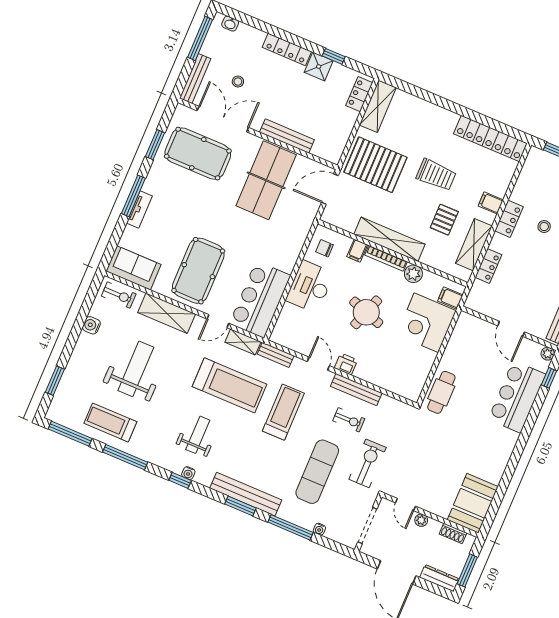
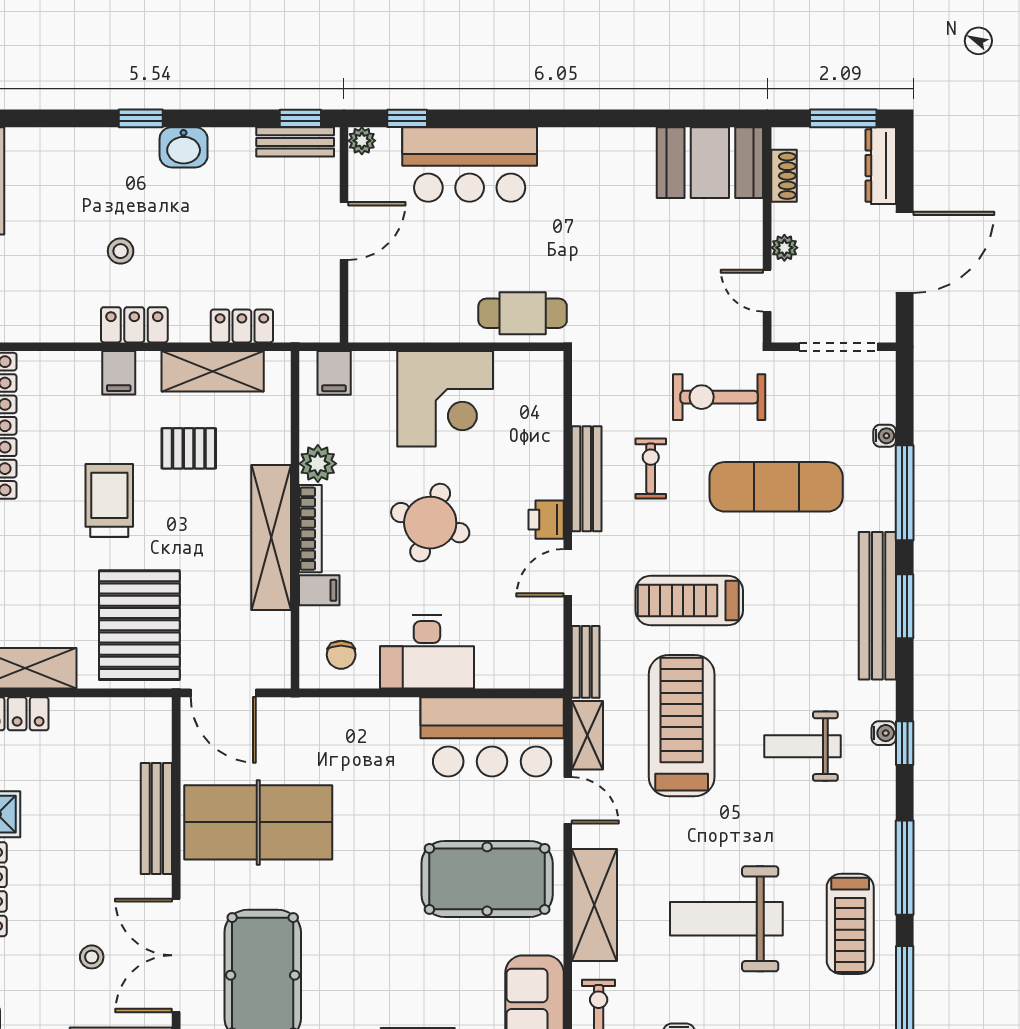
corner desk: (426, 323) -> (445, 399), moved
door: (405, 504) -> (767, 291), swing flipped

